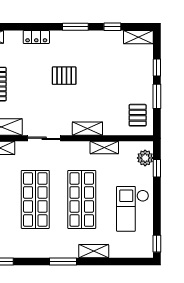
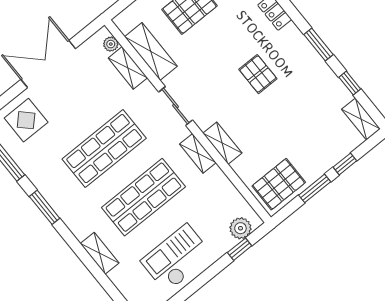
pallet: (138, 115) -> (279, 184), width x1.50, depth x1.42
shelving: (104, 148) -> (198, 153), moved
window: (63, 261) -> (45, 207), moved

